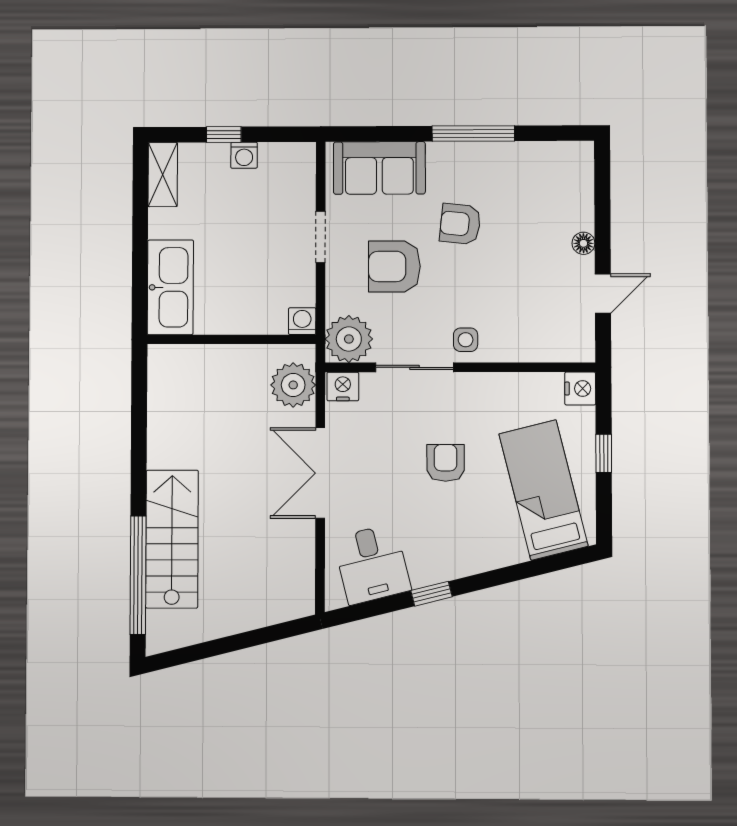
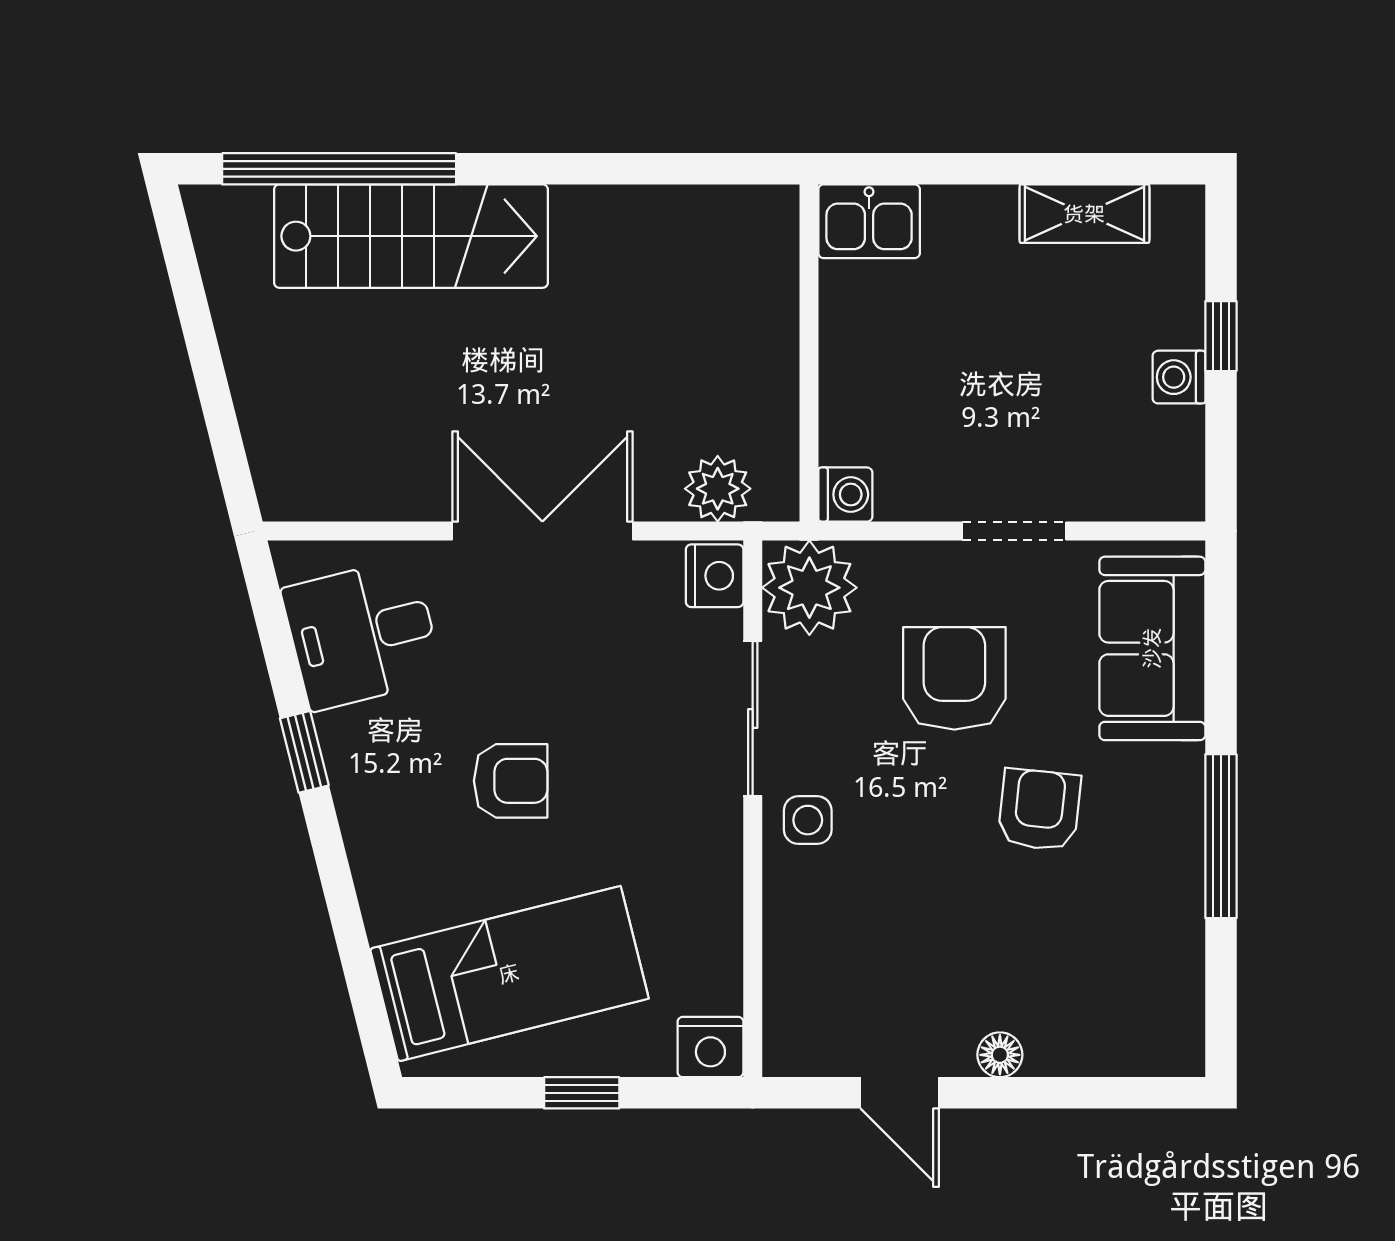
shelving: (163, 175) -> (1084, 214), moved
kitchen sink: (170, 287) -> (869, 221), width x0.53, depth x0.81
plant: (293, 385) -> (718, 489), width x0.73, depth x0.73
armchair: (446, 463) -> (511, 781), moved

